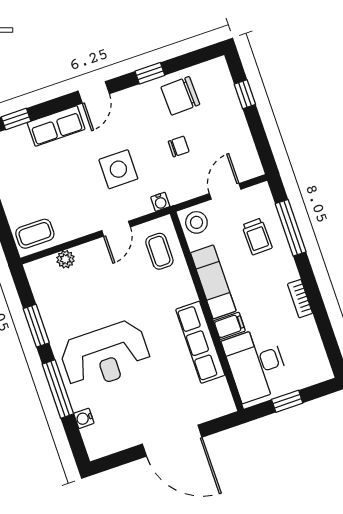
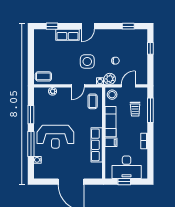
window: (150, 73) -> (128, 26), moved
chair: (180, 96) -> (123, 40), removed
plant: (180, 190) -> (110, 79), added
desk: (256, 364) -> (127, 167), moved, turned -90

